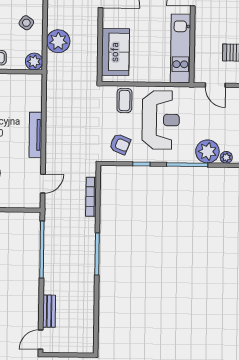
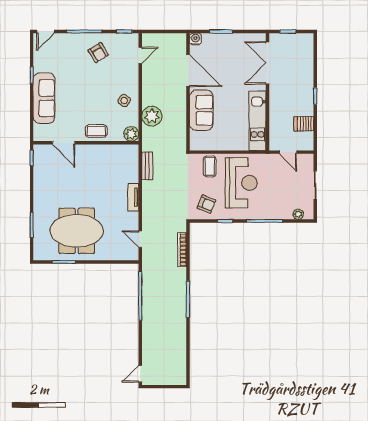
sofa: (115, 52) -> (201, 110), moved
tv unit: (35, 135) -> (133, 197), width x0.71
plant: (207, 151) -> (282, 209), removed
door: (43, 184) -> (140, 239), swing flipped
bench: (49, 311) -> (147, 166), moved

